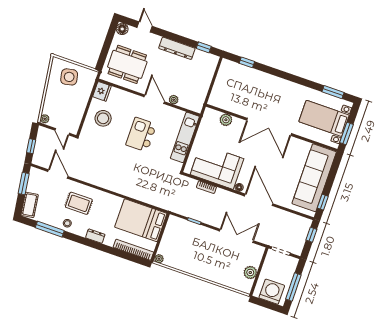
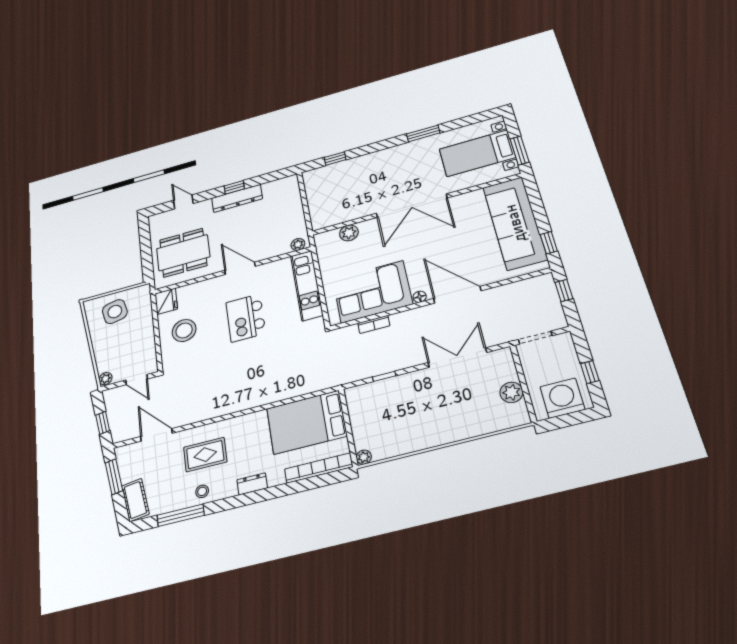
floor lamp: (122, 29) -> (156, 221), removed
window: (204, 47) -> (234, 187), moved
window: (333, 92) -> (423, 133), moved
plant: (174, 100) -> (298, 244), moved
window: (293, 287) -> (590, 372), width x0.46

